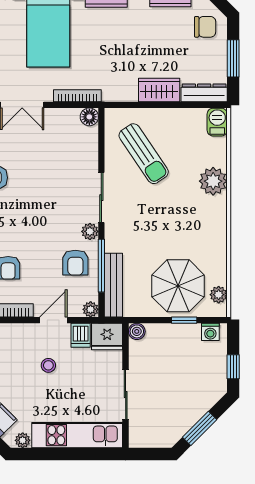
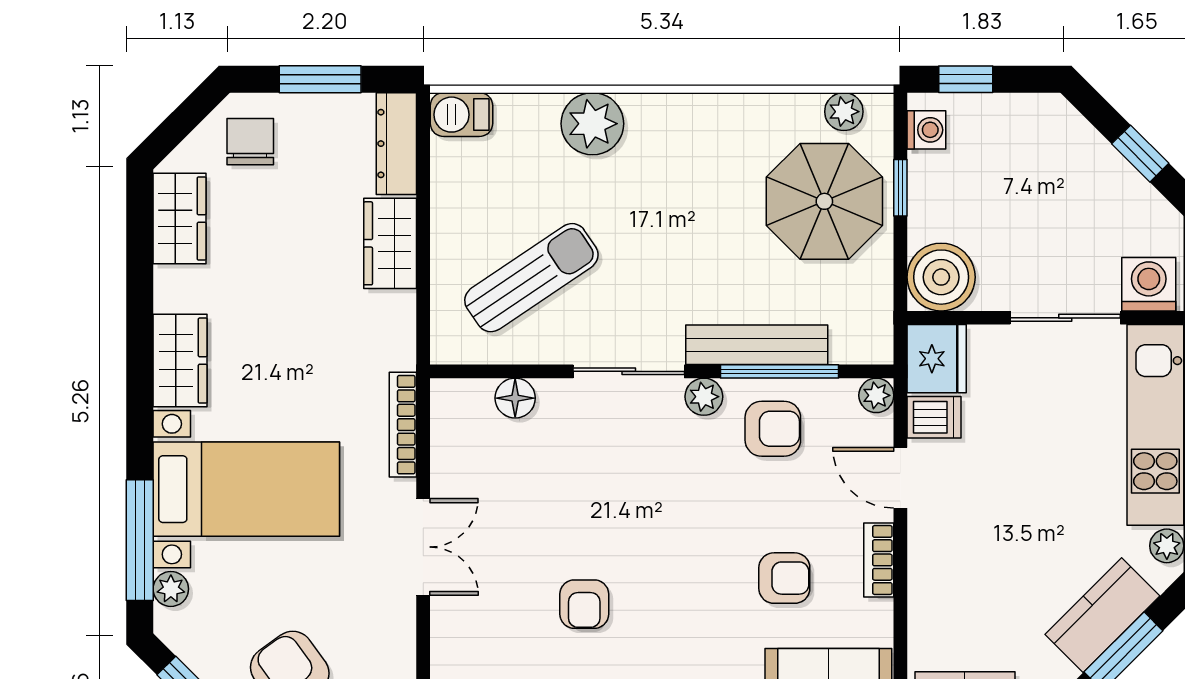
floor lamp: (89, 117) -> (515, 398), moved
bench: (113, 285) -> (757, 345), moved
boiler: (137, 331) -> (941, 277), width x1.86, depth x1.86
stool: (48, 365) -> (1001, 489), removed
window: (233, 367) -> (966, 79), moved
window: (200, 428) -> (1140, 154), width x0.67
washing machine: (141, 432) -> (1149, 284), added

